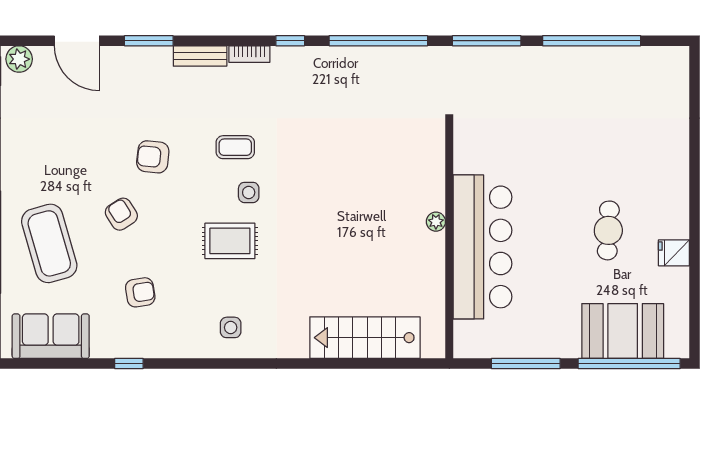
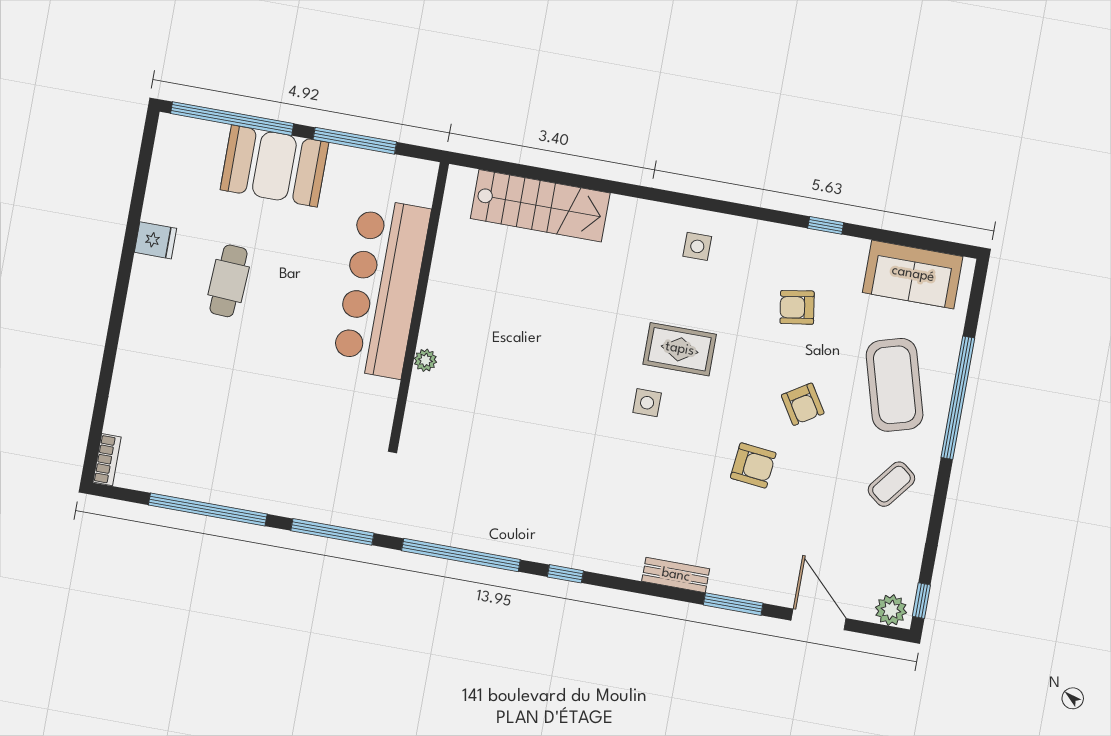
bookcase: (249, 54) -> (107, 460), moved, turned 90
coffee table: (235, 147) -> (891, 484), moved, turned -52
plant: (436, 222) -> (425, 360), moved
booth: (623, 331) -> (274, 166), moved

